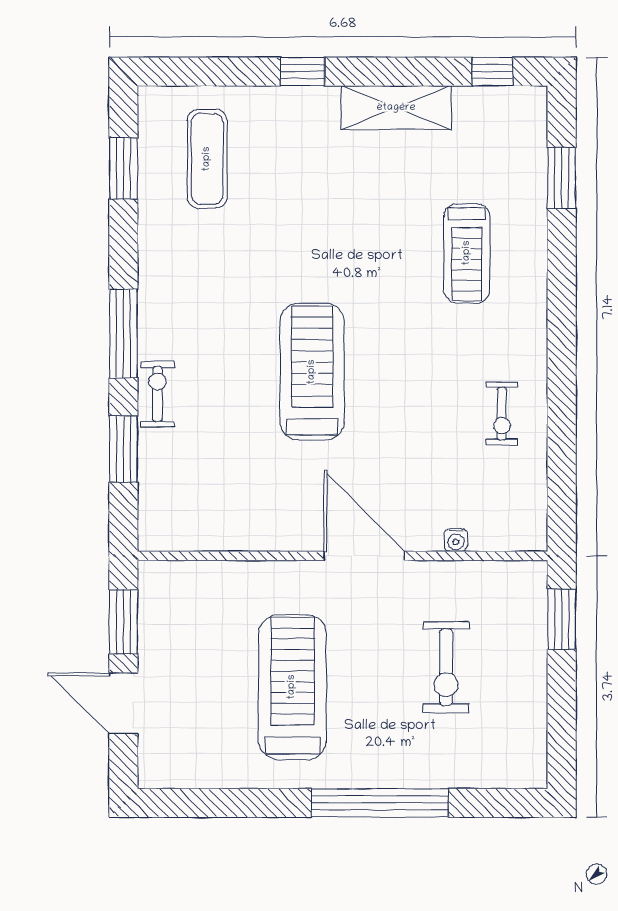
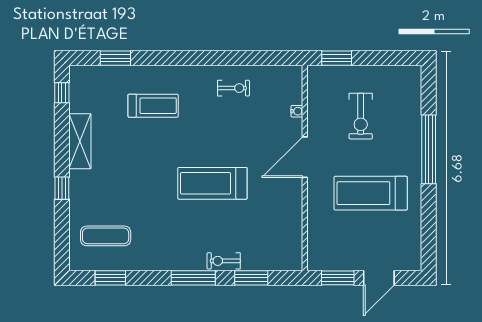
exercise bike: (446, 667) -> (361, 116), turned 90

